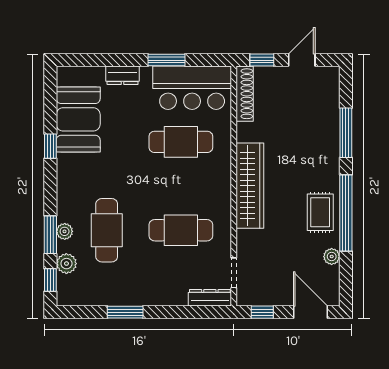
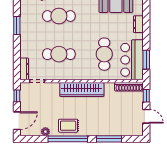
window: (166, 60) -> (146, 60), moved
cafe table: (181, 230) -> (59, 54), turned 90

